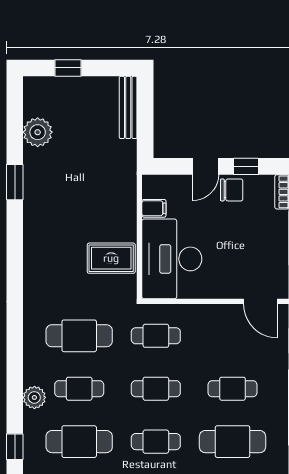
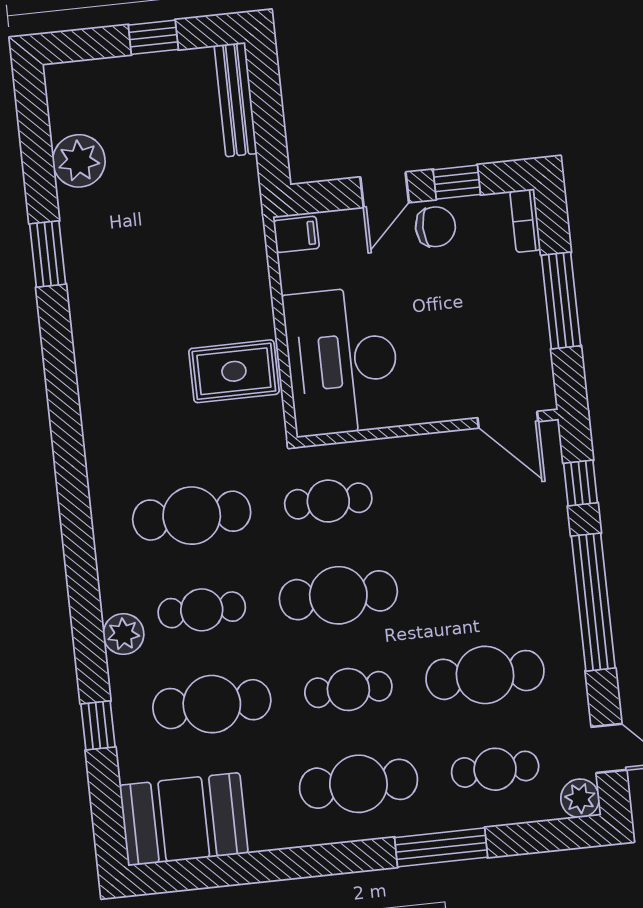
window: (68, 68) -> (153, 37), moved
filing cabinet: (154, 208) -> (296, 234), moved
cafe table: (156, 389) -> (338, 595), width x1.37, depth x1.35
cafe table: (233, 389) -> (475, 581), removed

